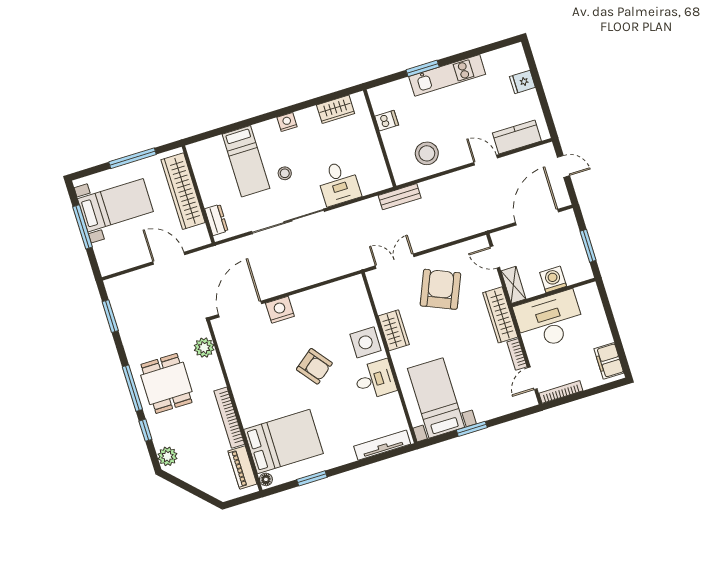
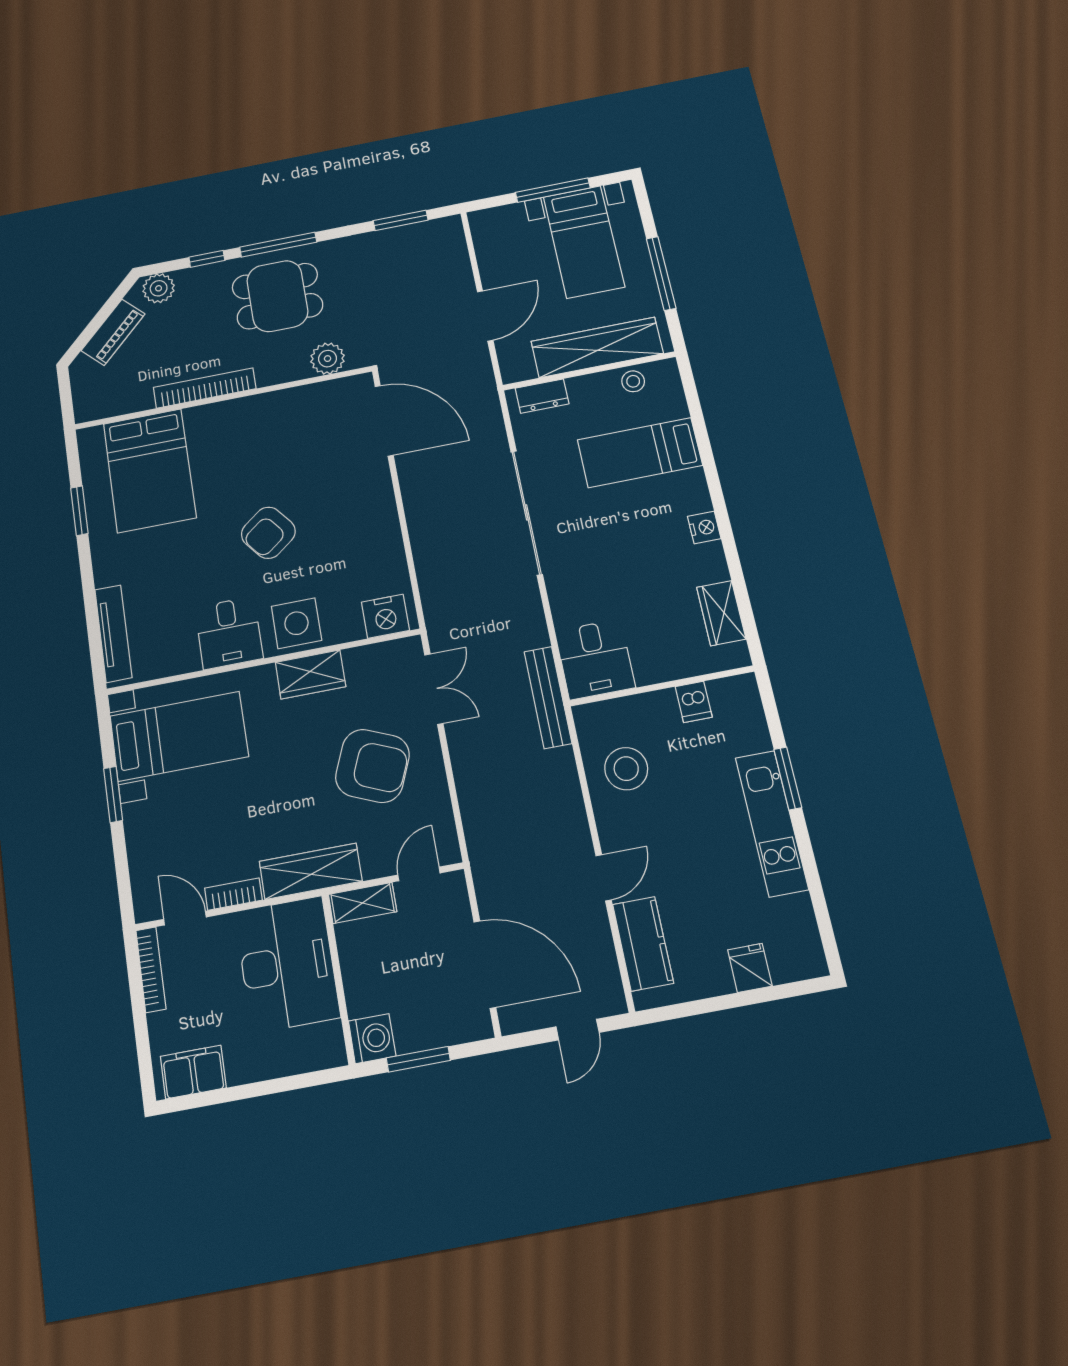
stool: (285, 173) -> (633, 381), moved
desk: (339, 183) -> (595, 659), moved, turned -90
bench: (400, 197) -> (548, 697), width x1.36
washing machine: (553, 279) -> (372, 1039), moved
nightstand: (280, 310) -> (385, 616), moved, turned 90
piano: (242, 468) -> (113, 332), moved, turned 135
floor lamp: (266, 479) -> (92, 437), removed

